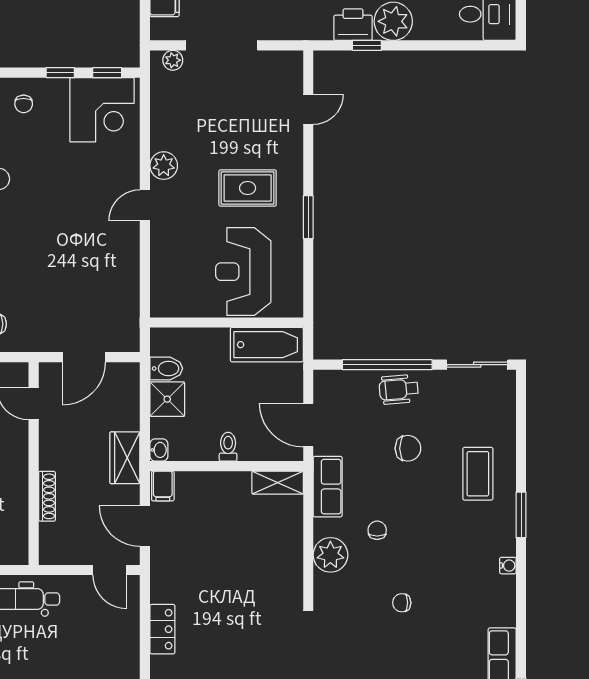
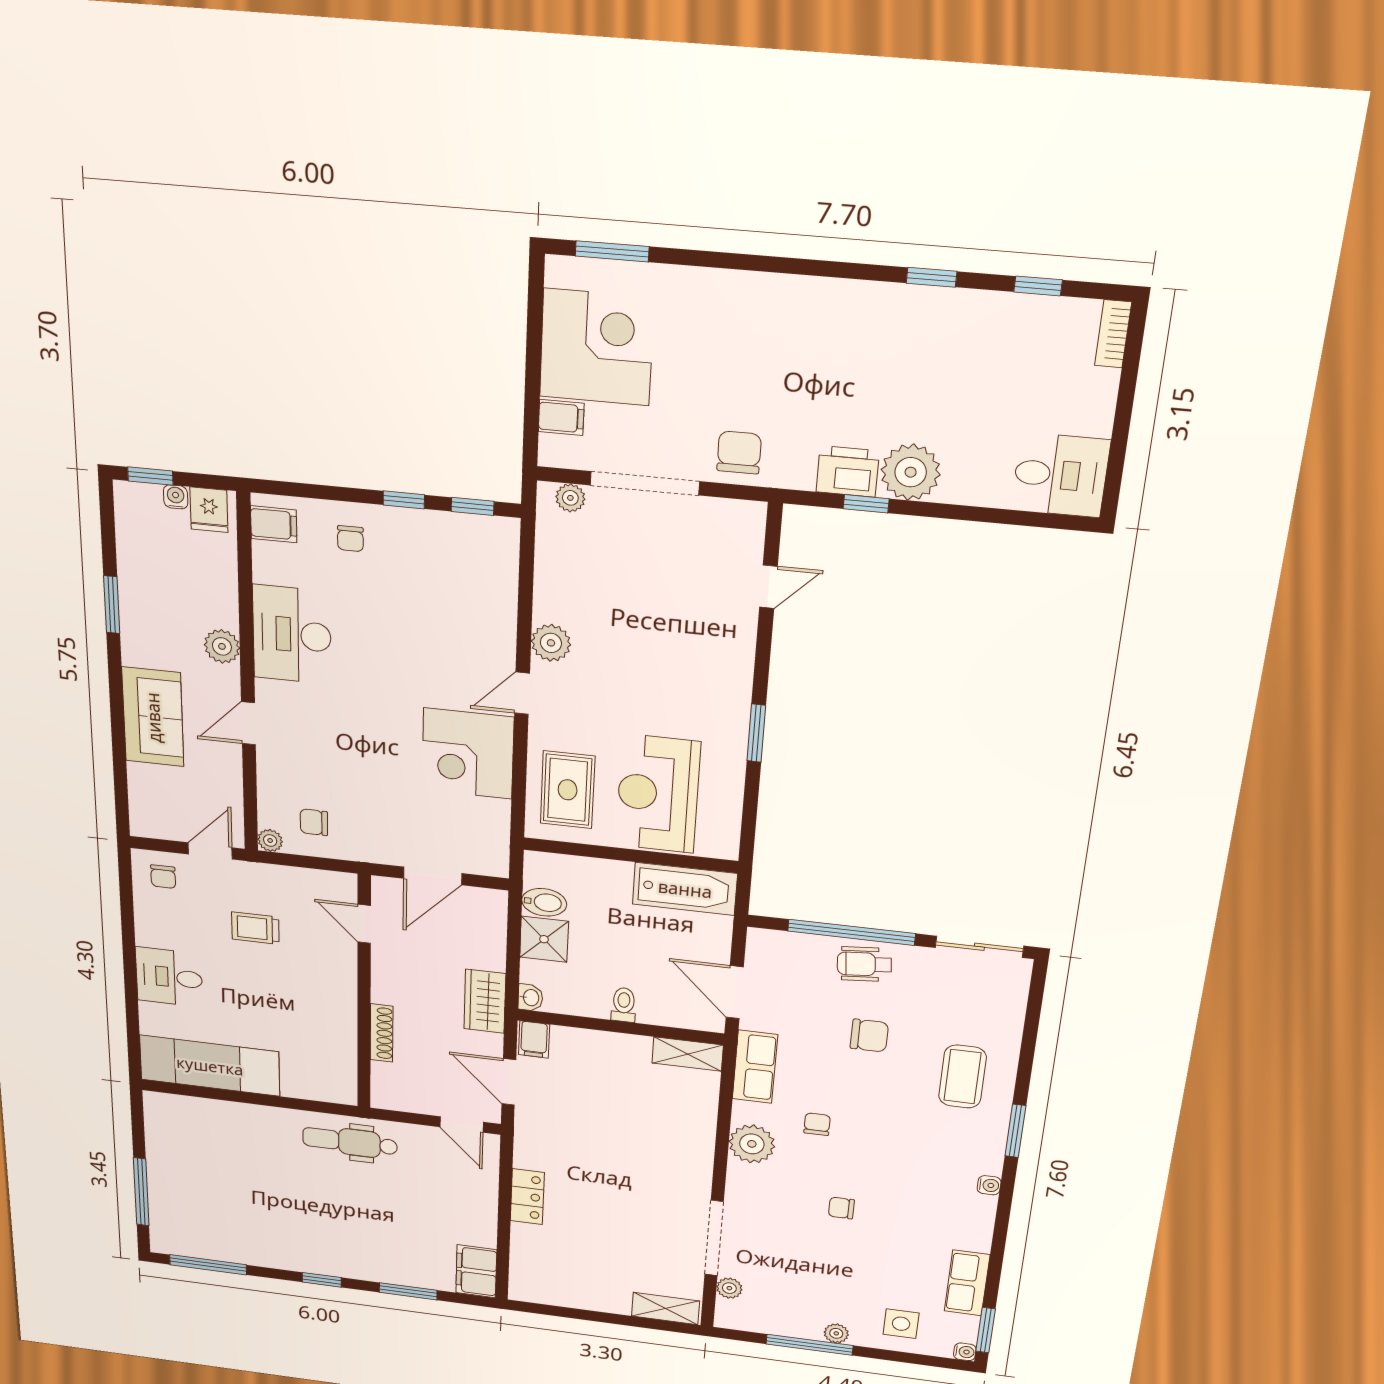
chair: (282, 18) -> (739, 452), added
corner desk: (102, 110) -> (468, 754), moved, turned 90
rug: (248, 188) -> (568, 790), moved, turned 90

